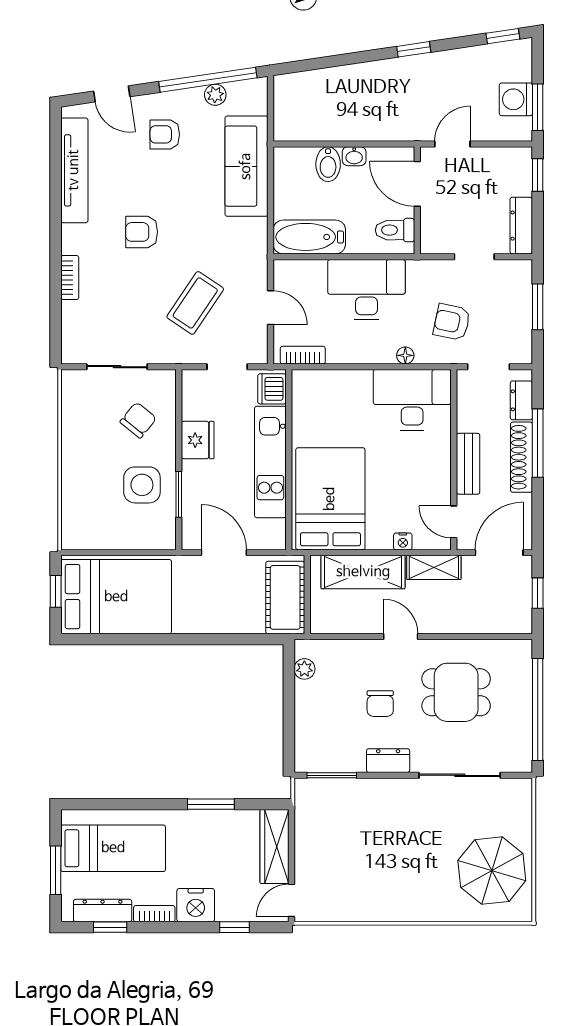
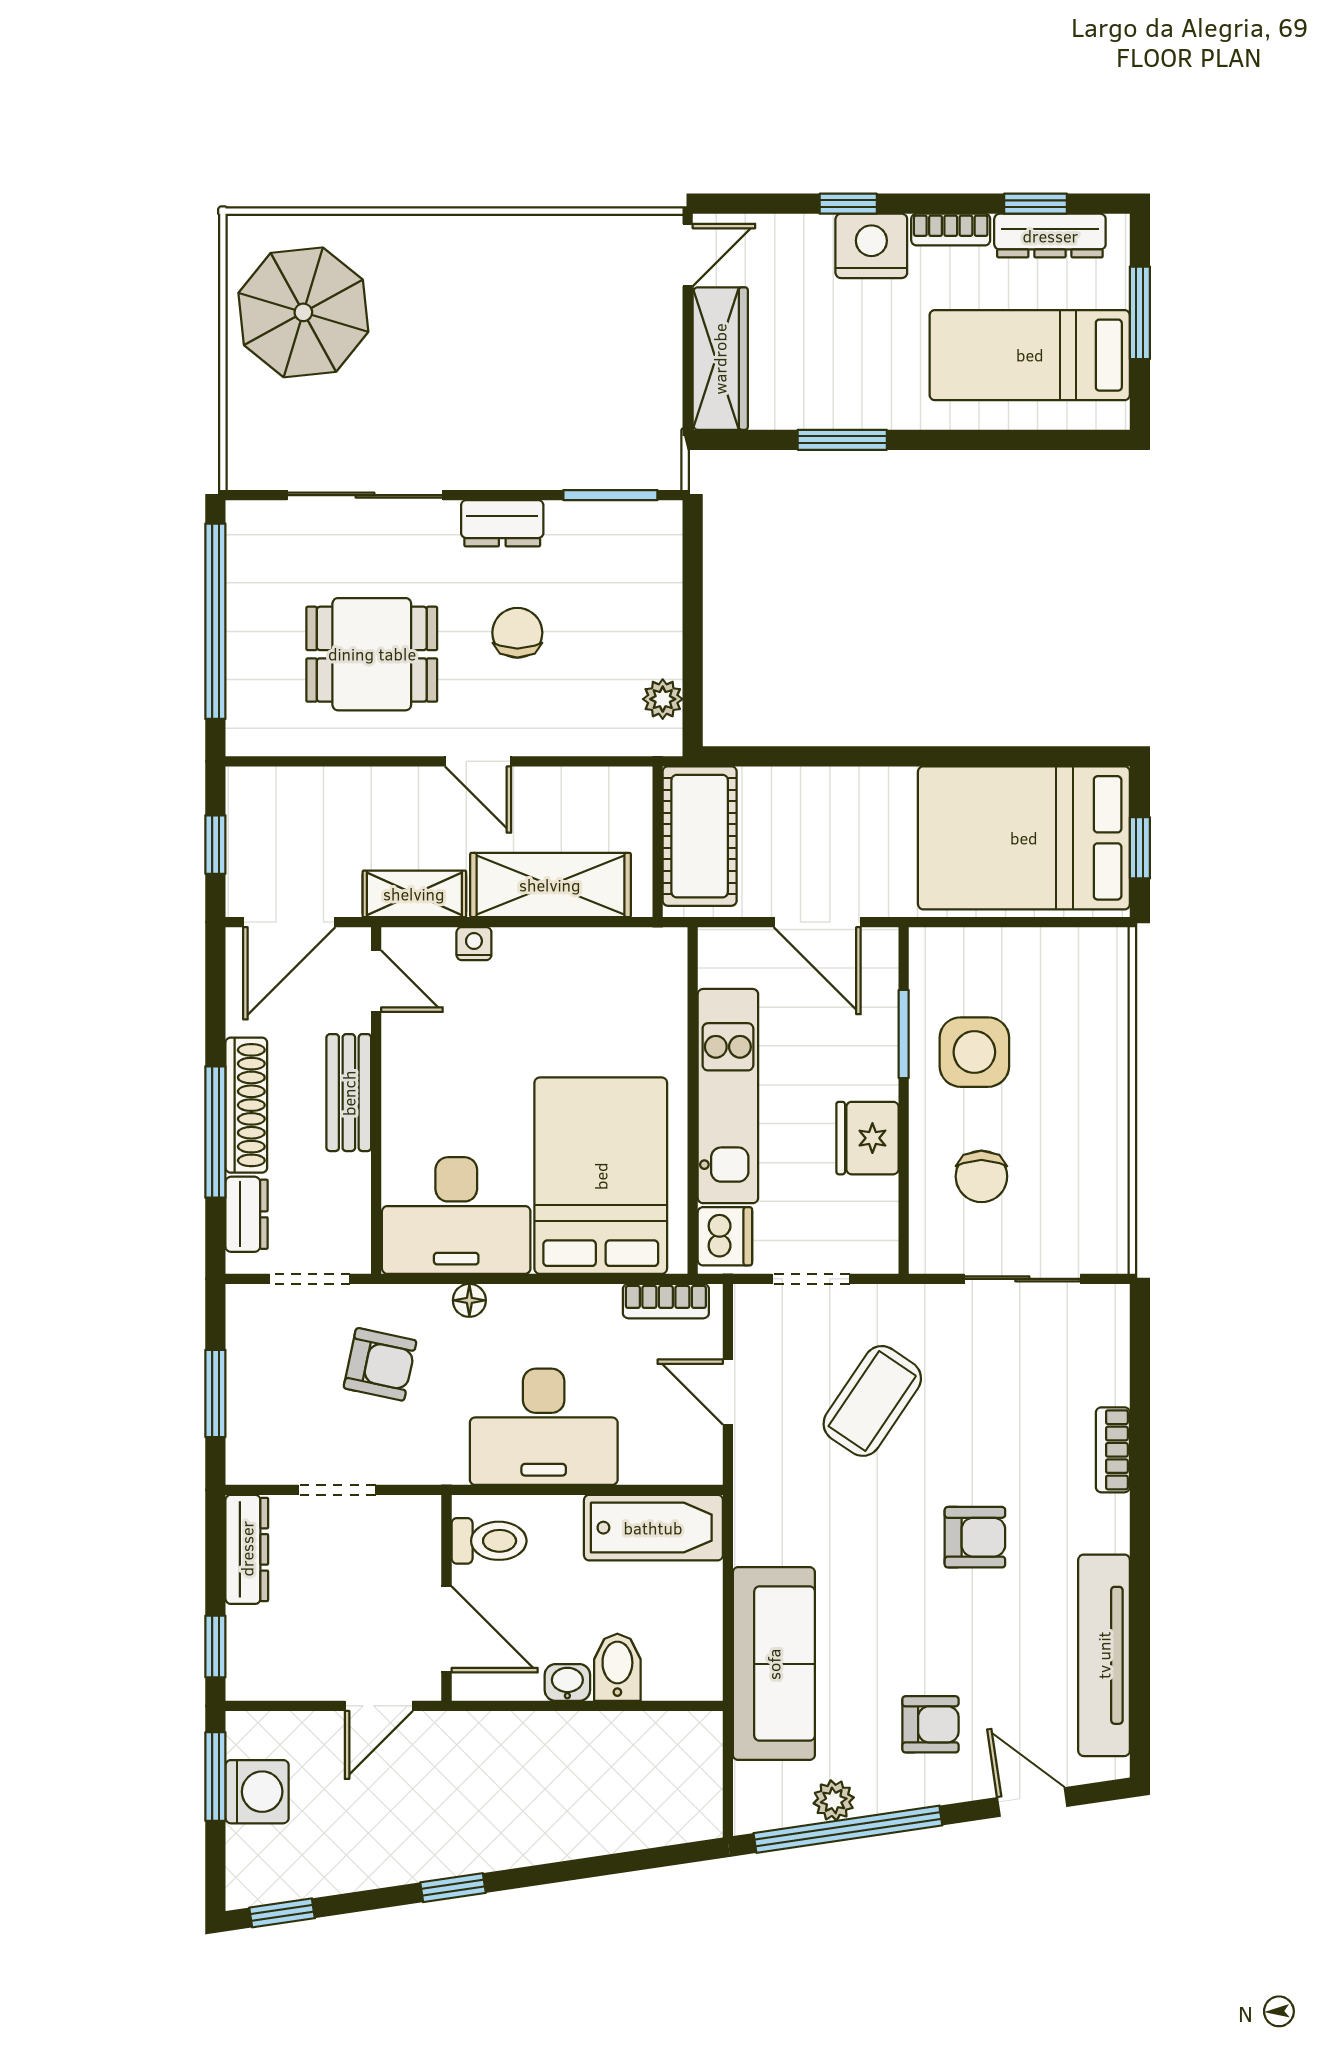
chair: (138, 420) -> (981, 1176), turned -39
bed: (330, 499) -> (601, 1176), moved, turned 180
window: (234, 927) -> (848, 204), moved

